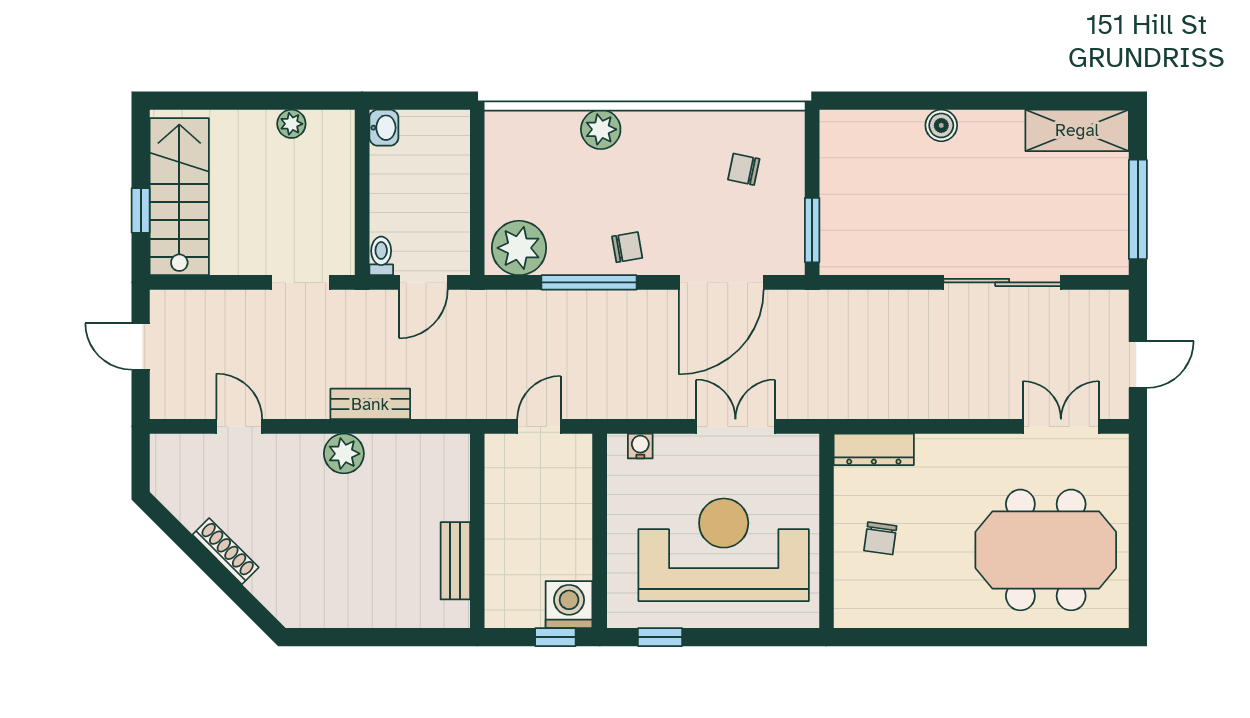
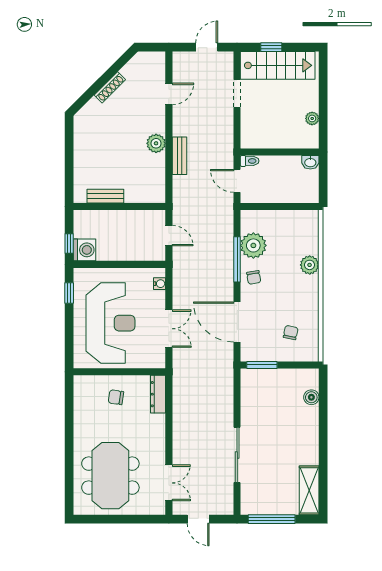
boiler: (941, 125) -> (311, 397), moved
plant: (519, 248) -> (253, 245), moved
doorway: (301, 282) -> (237, 93), moved

